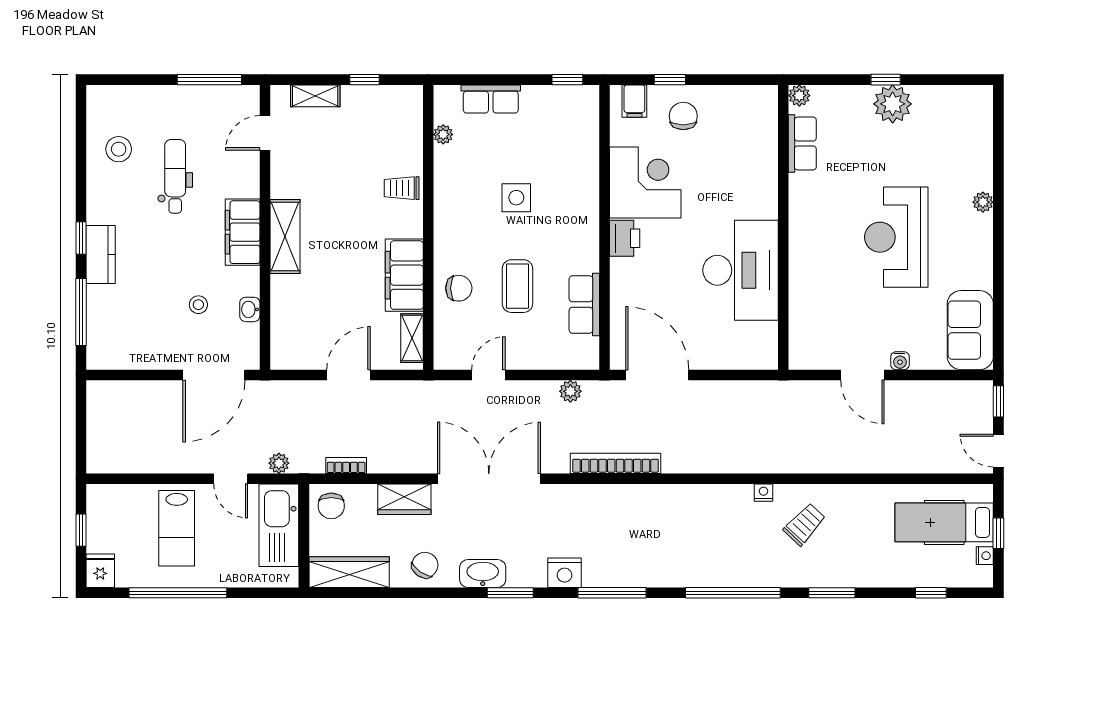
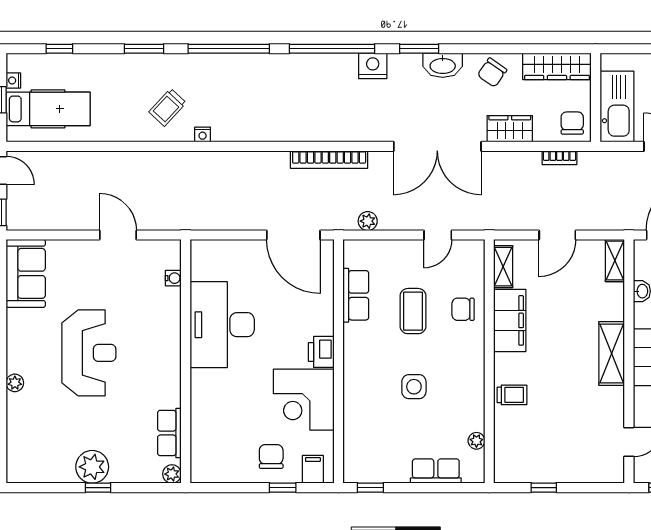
shelving: (315, 96) -> (615, 261), moved, turned 90
chair: (683, 116) -> (271, 457), turned 180
water cooler: (900, 361) -> (173, 278), moved, turned 90
plant: (279, 463) -> (617, 160), removed
window: (612, 593) -> (332, 49), width x1.46

